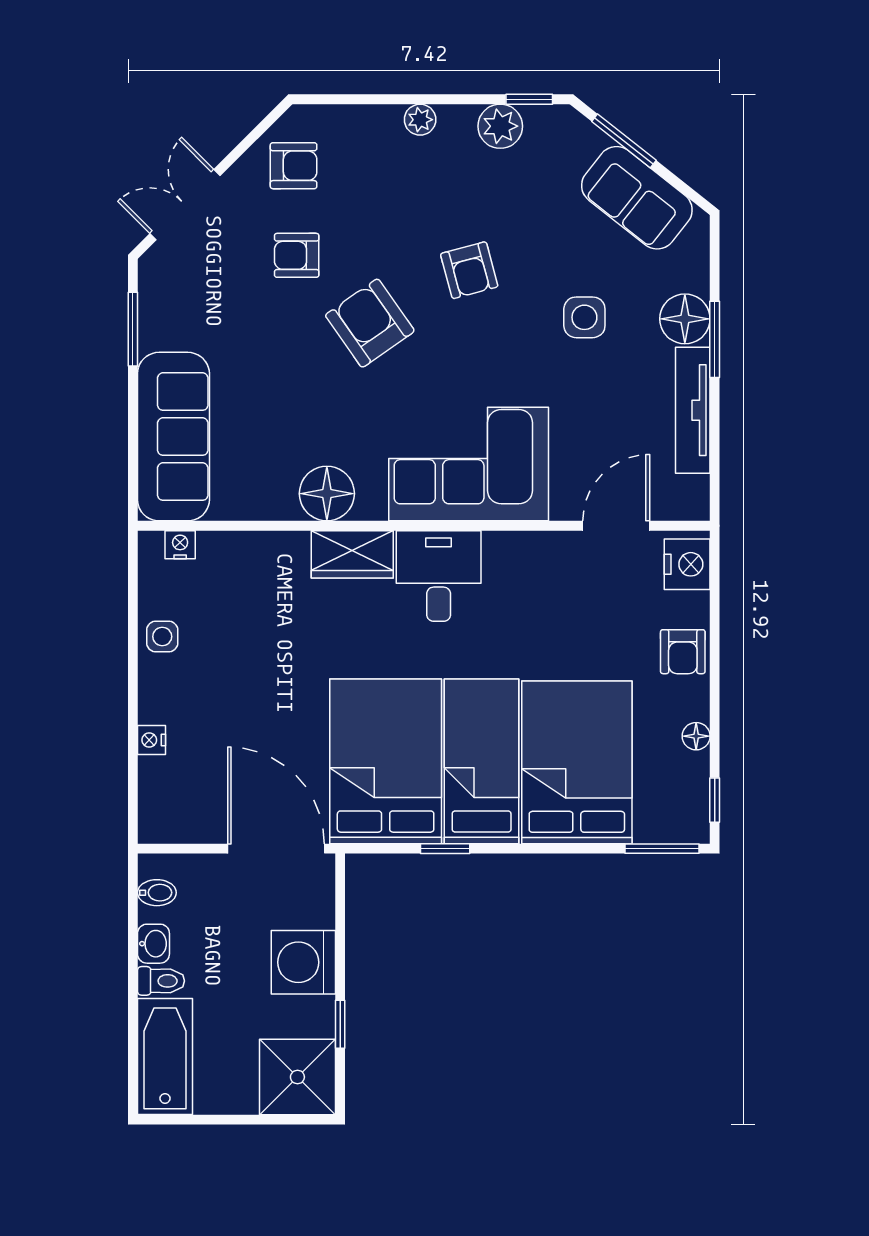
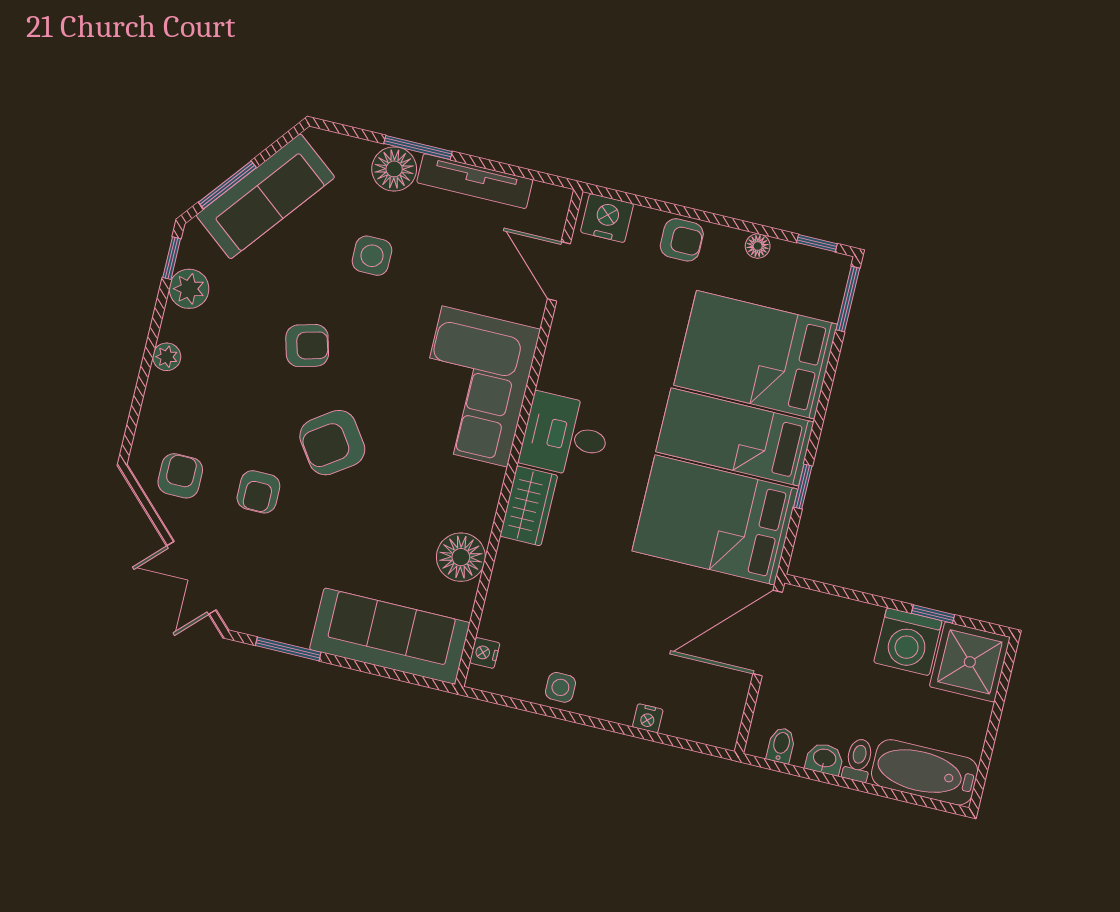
sofa: (637, 198) -> (265, 196), width x1.36
floor lamp: (327, 494) -> (461, 557), moved
washing machine: (303, 962) -> (908, 642), moved

